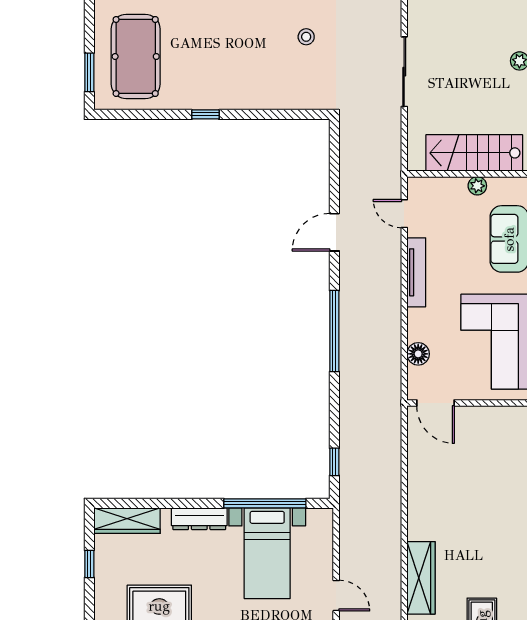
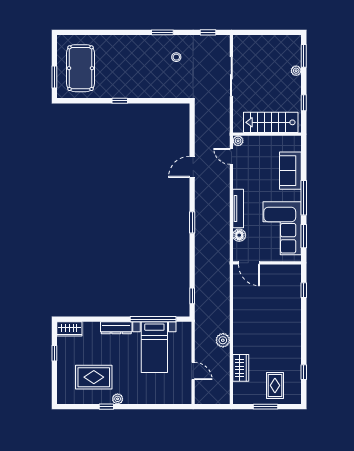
plant: (477, 186) -> (238, 141), moved
tv unit: (416, 272) -> (238, 209), moved
window: (334, 331) -> (192, 222), width x0.47
wardrobe: (127, 521) -> (69, 329), width x0.67
plant: (389, 541) -> (223, 340), added
wardrobe: (421, 578) -> (241, 368), width x0.67

